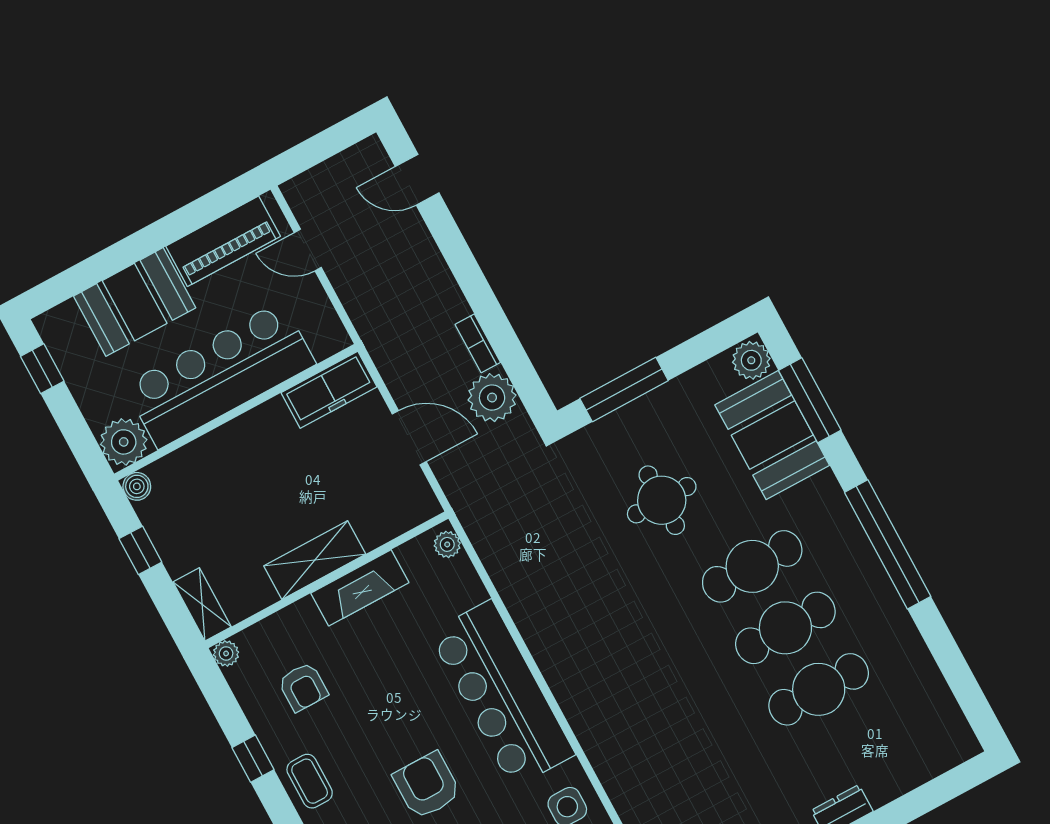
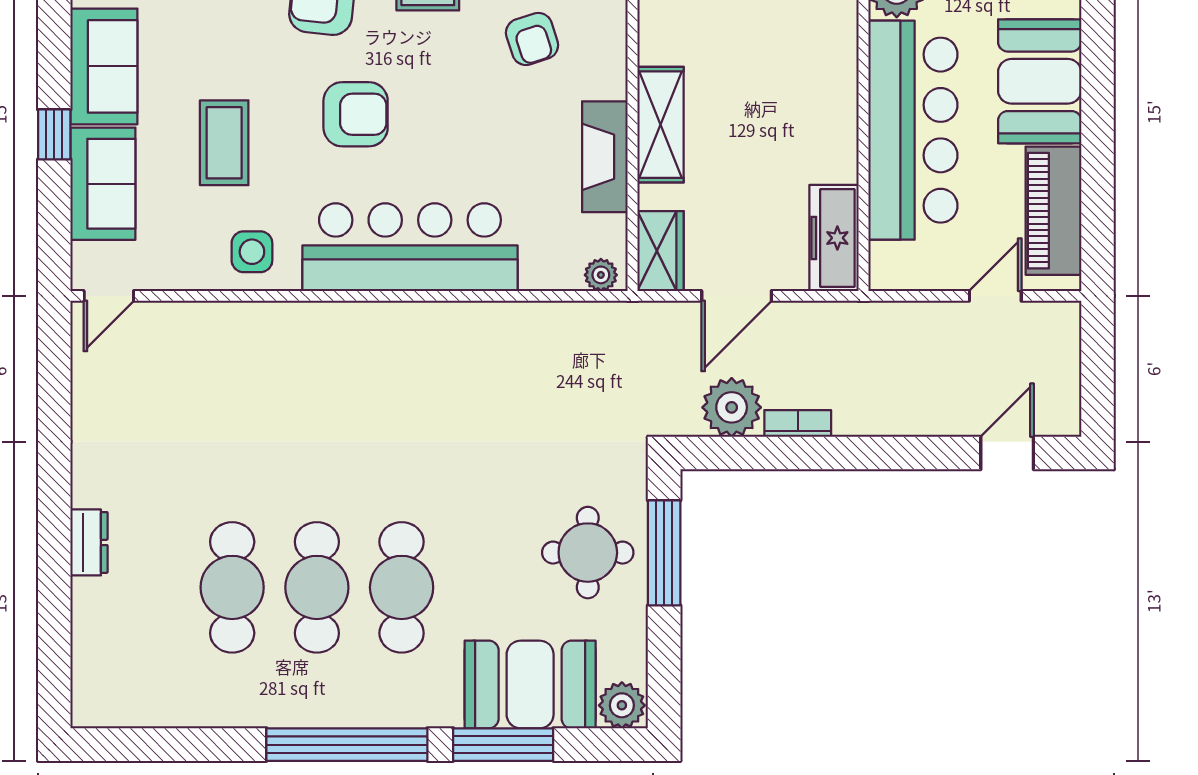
window: (810, 400) -> (503, 745), moved
round table: (662, 500) -> (588, 553), moved
wardrobe: (406, 511) -> (661, 251), added
armchair: (303, 687) -> (532, 39), turned -108

